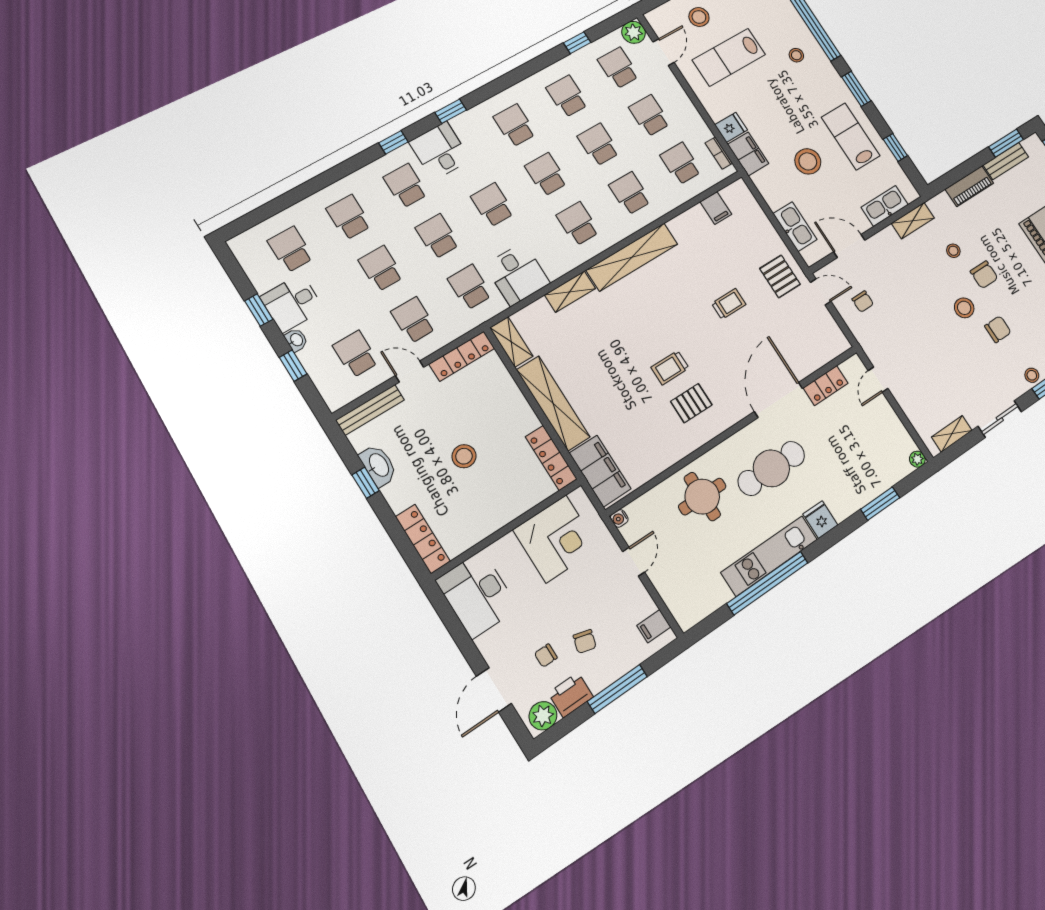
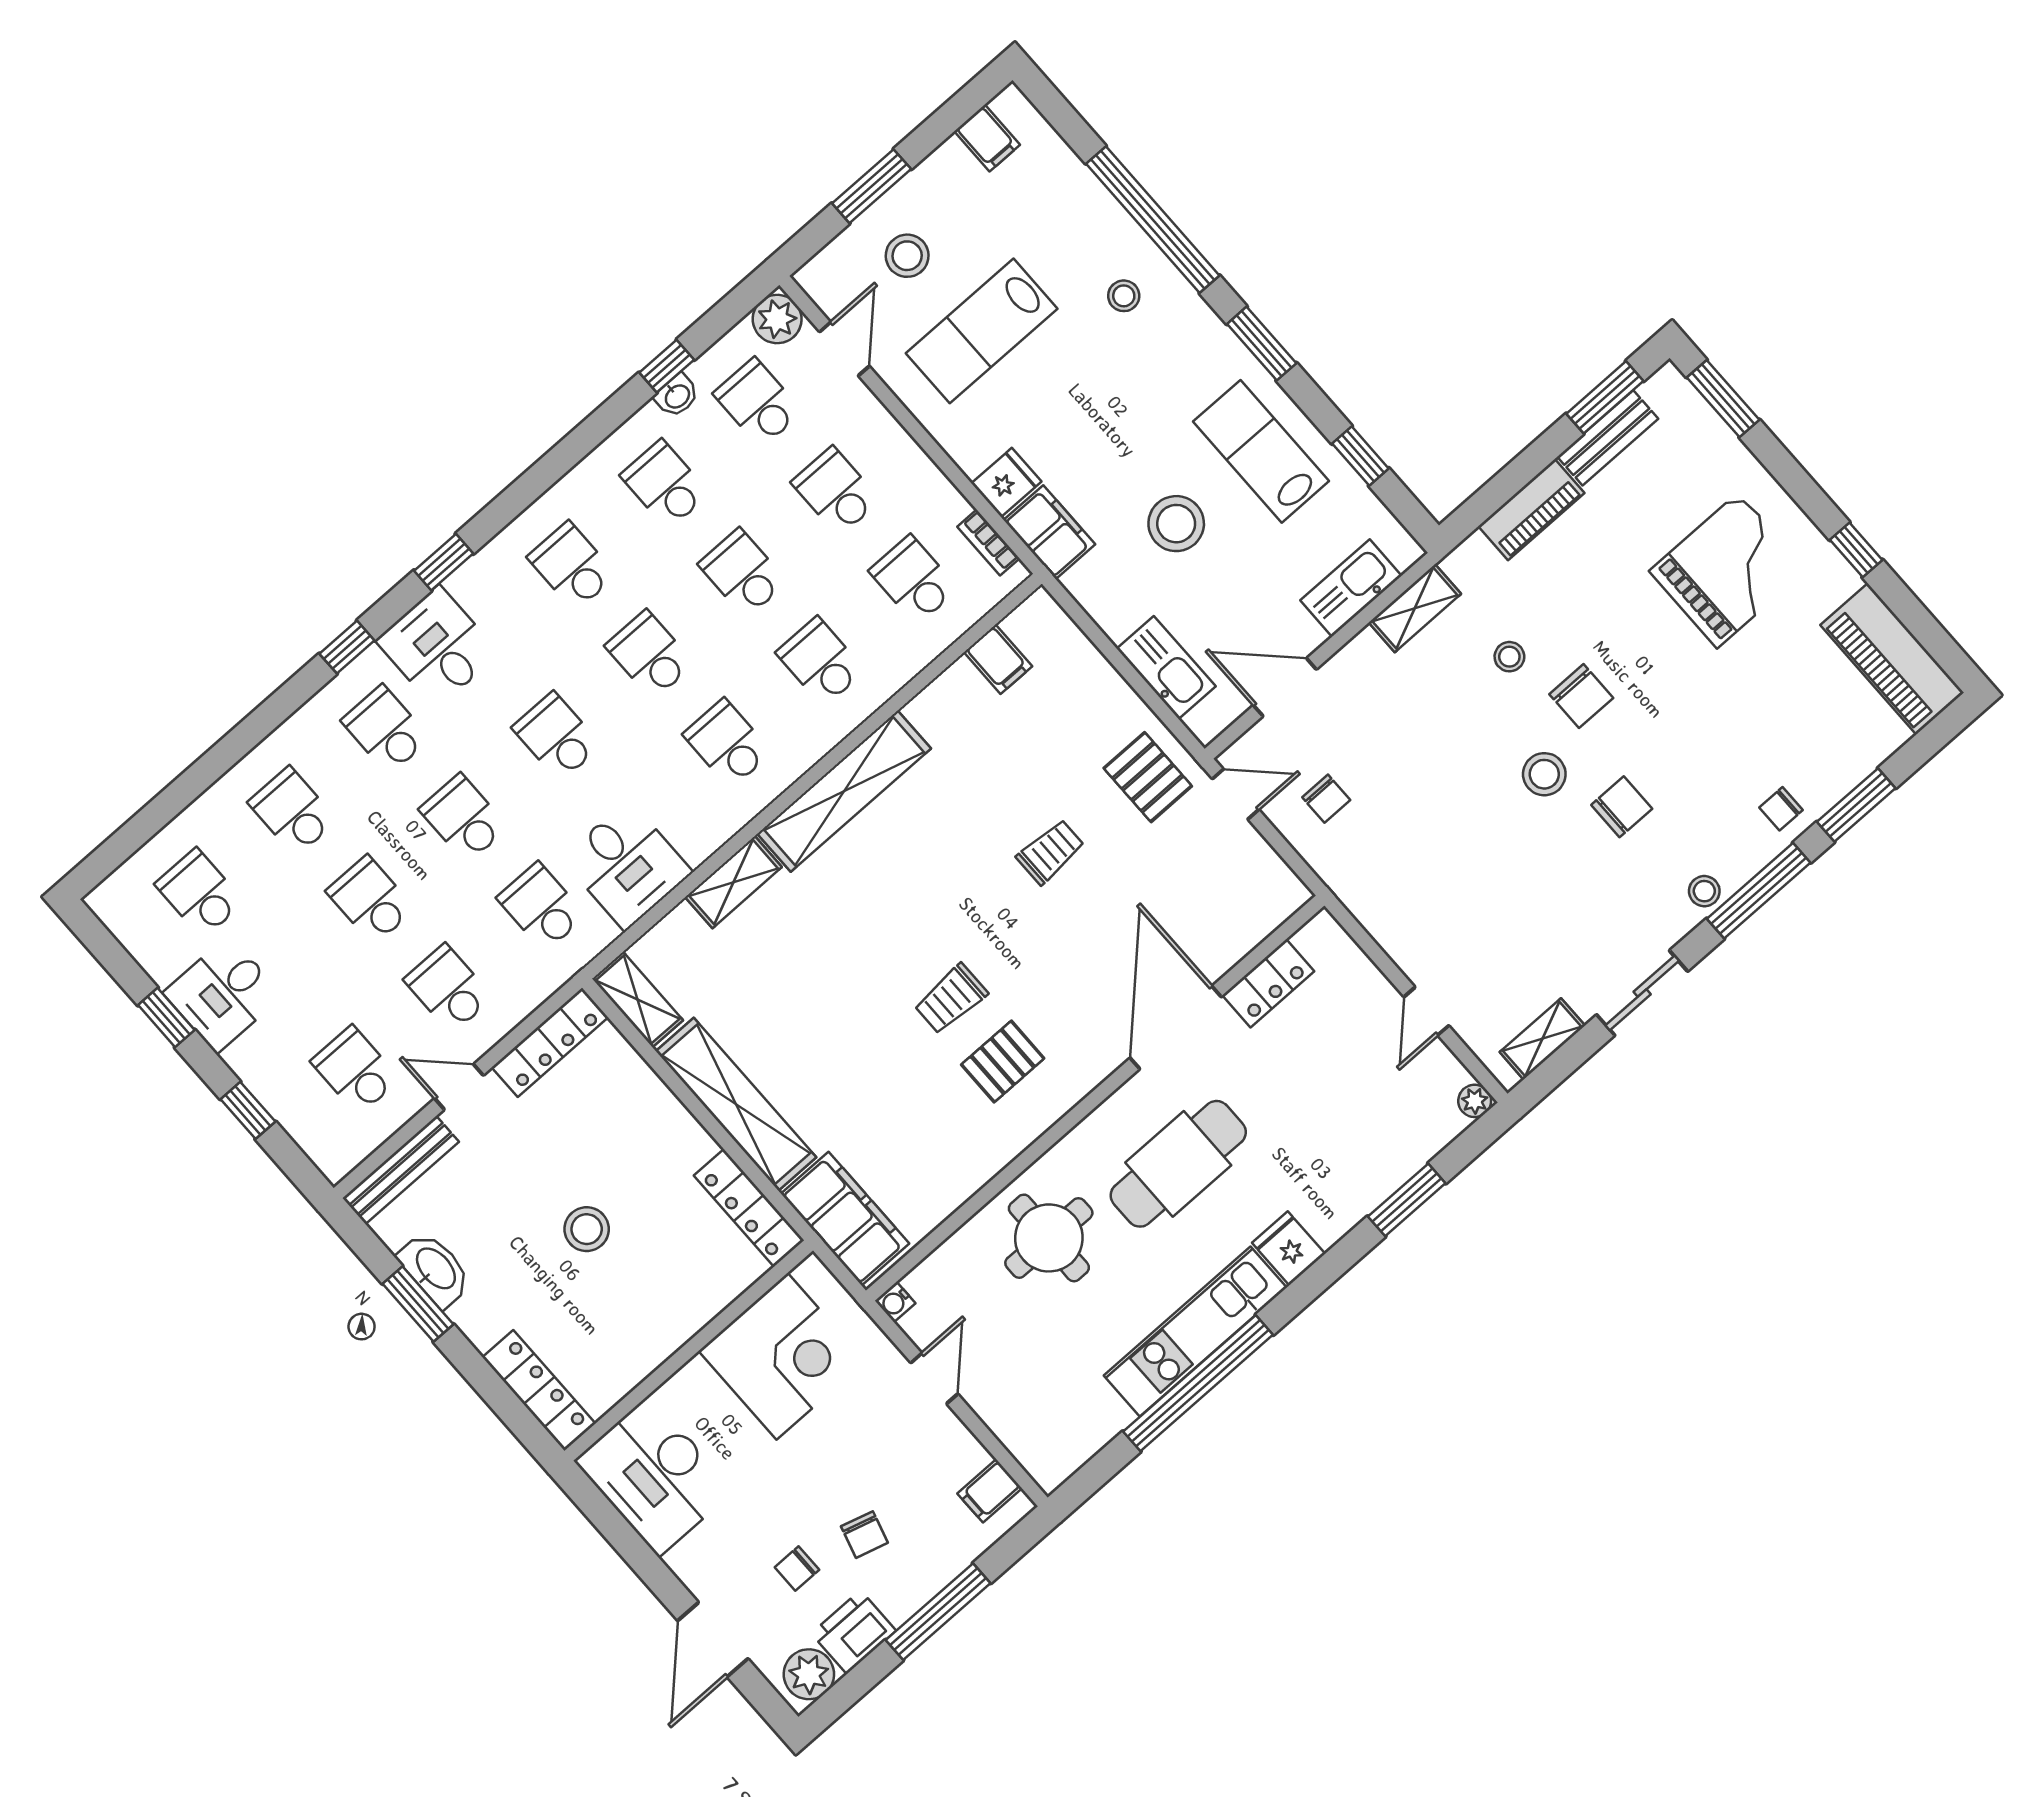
washbasin: (296, 340) -> (677, 396), moved, turned 90
door: (878, 380) -> (1426, 1011), moved
window: (366, 483) -> (418, 1304), width x1.50

